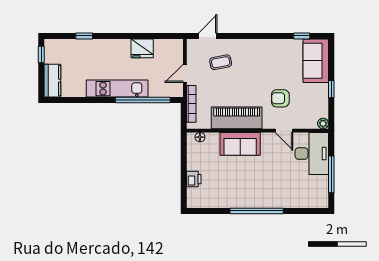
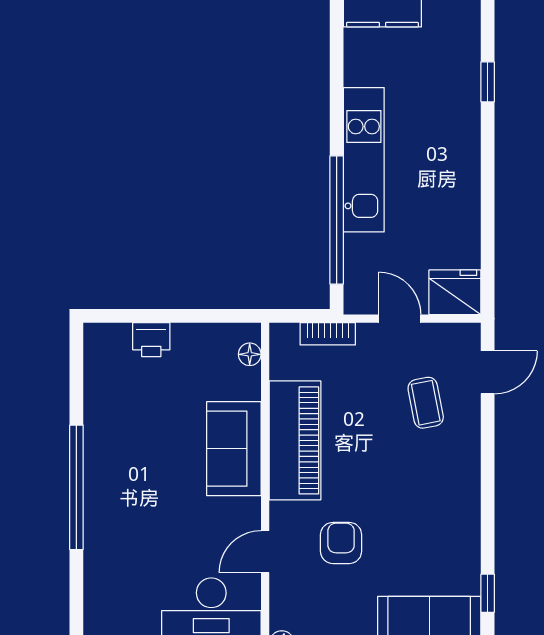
door: (208, 36) -> (488, 372), hinge flipped
fridge: (142, 48) -> (455, 292), moved, turned 90
bookcase: (191, 104) -> (328, 334), width x0.64

